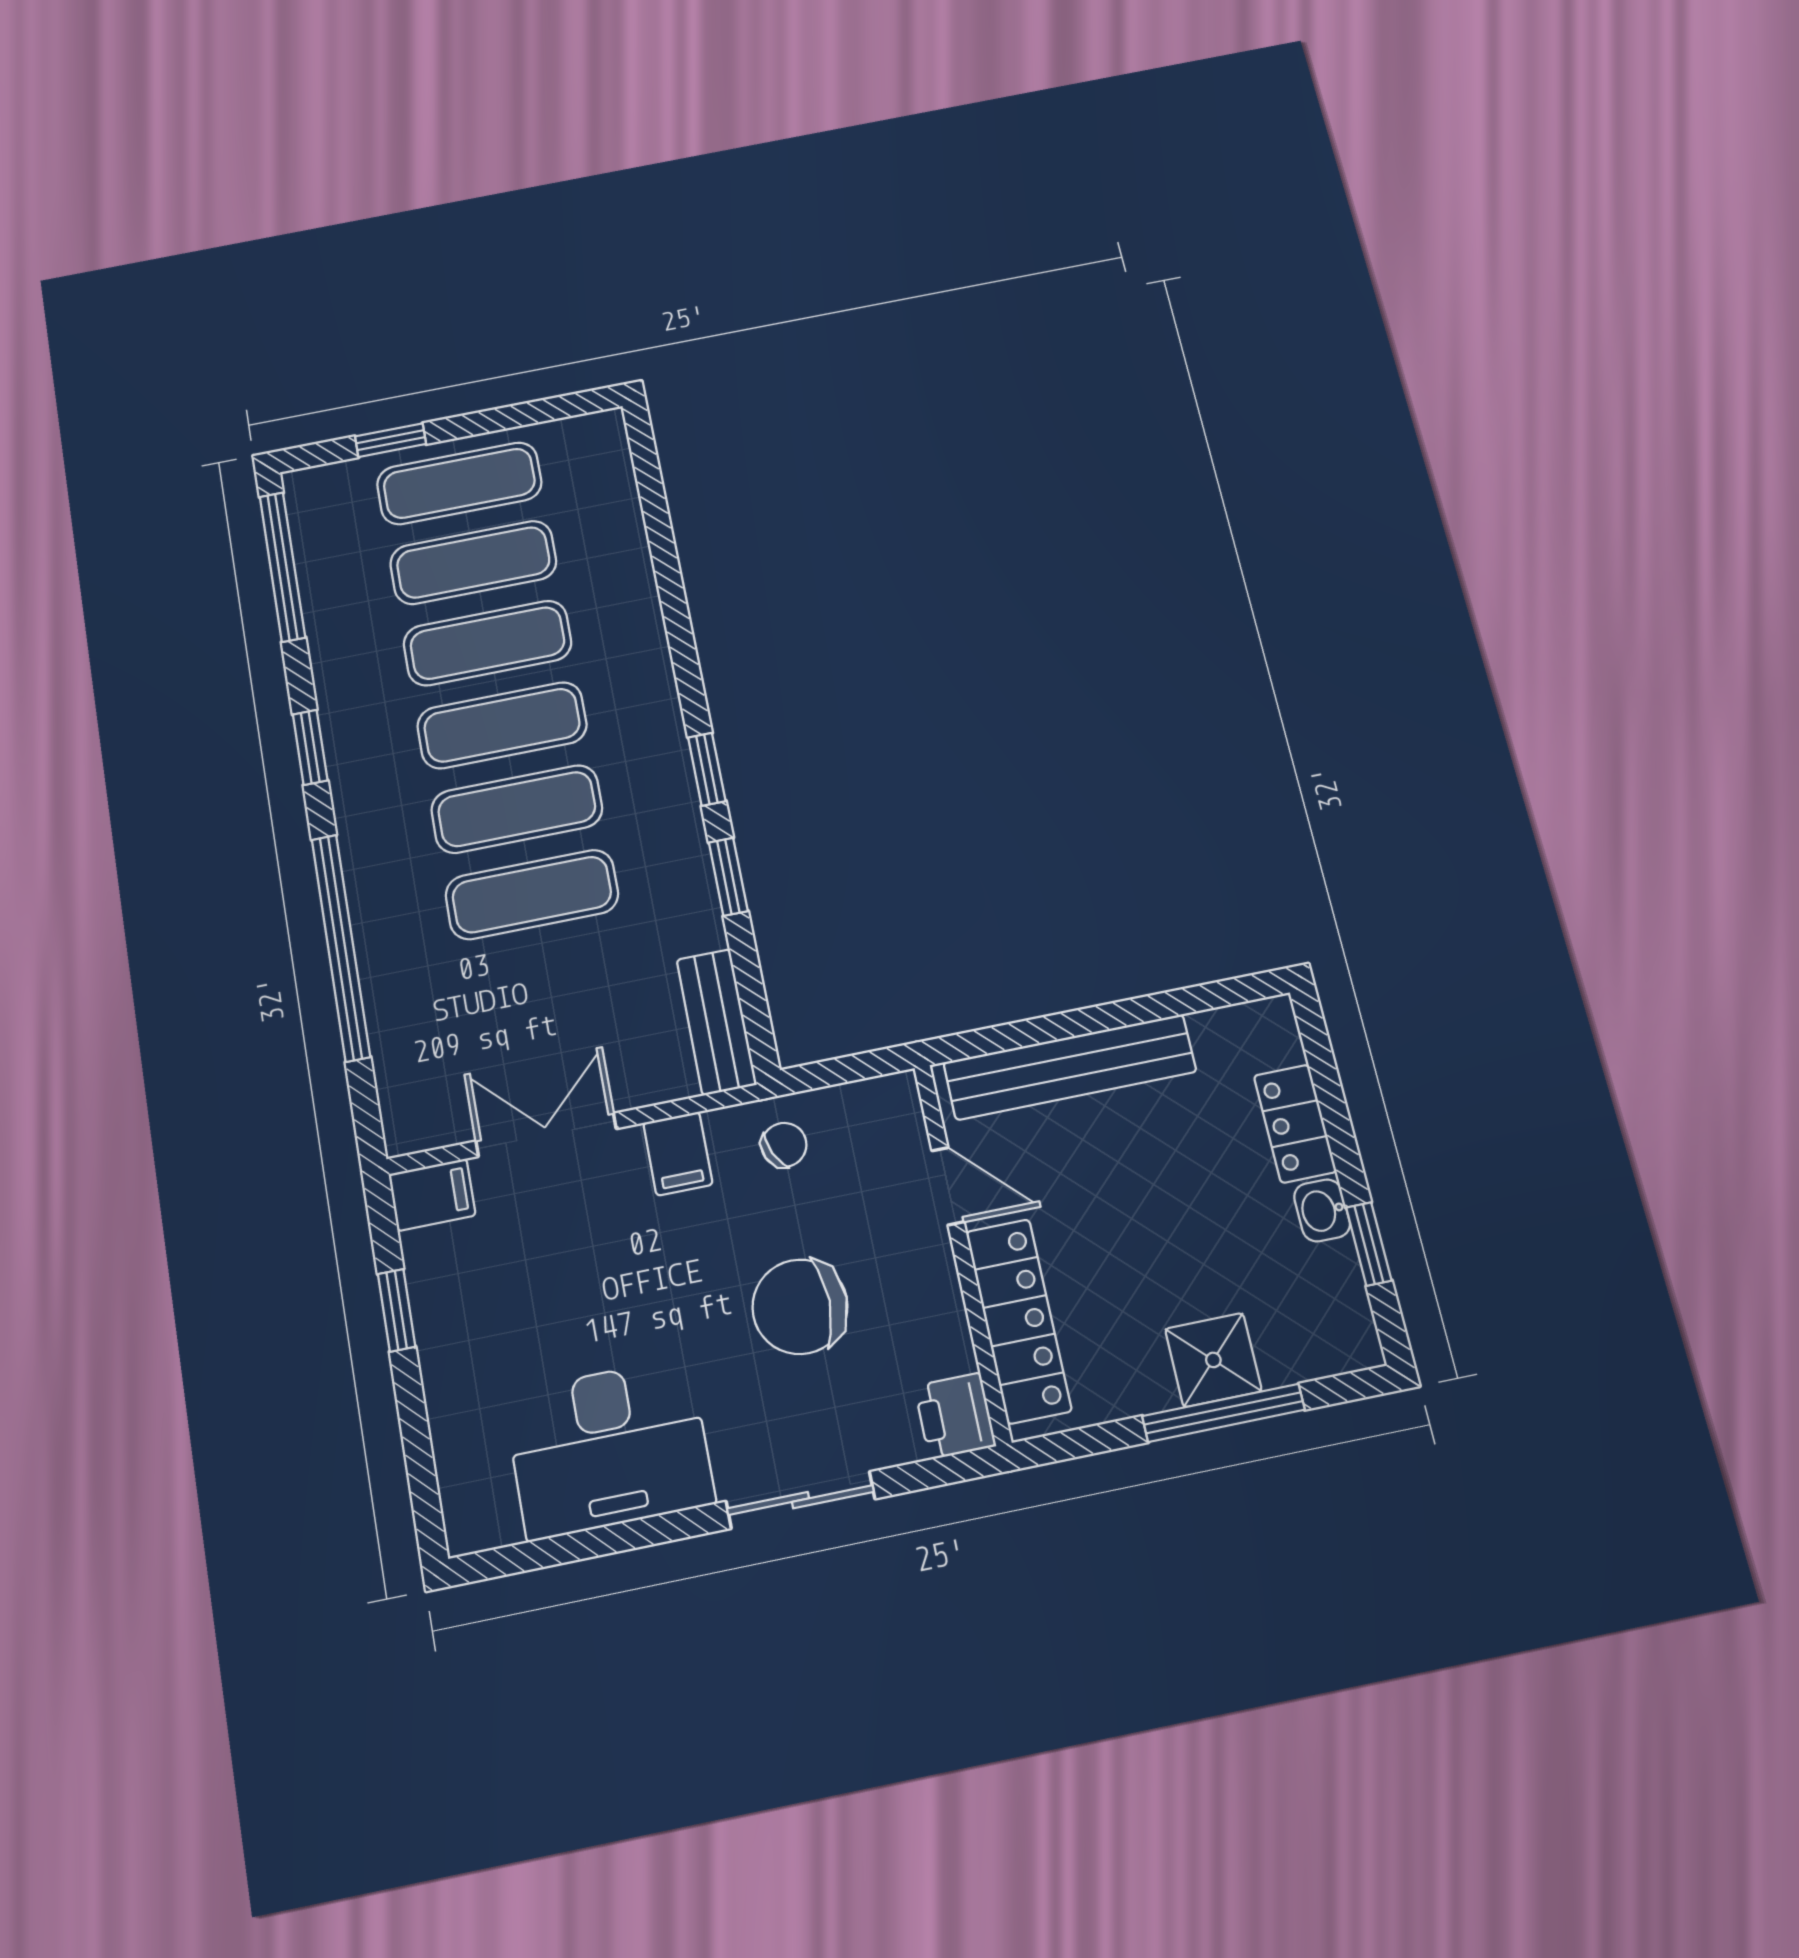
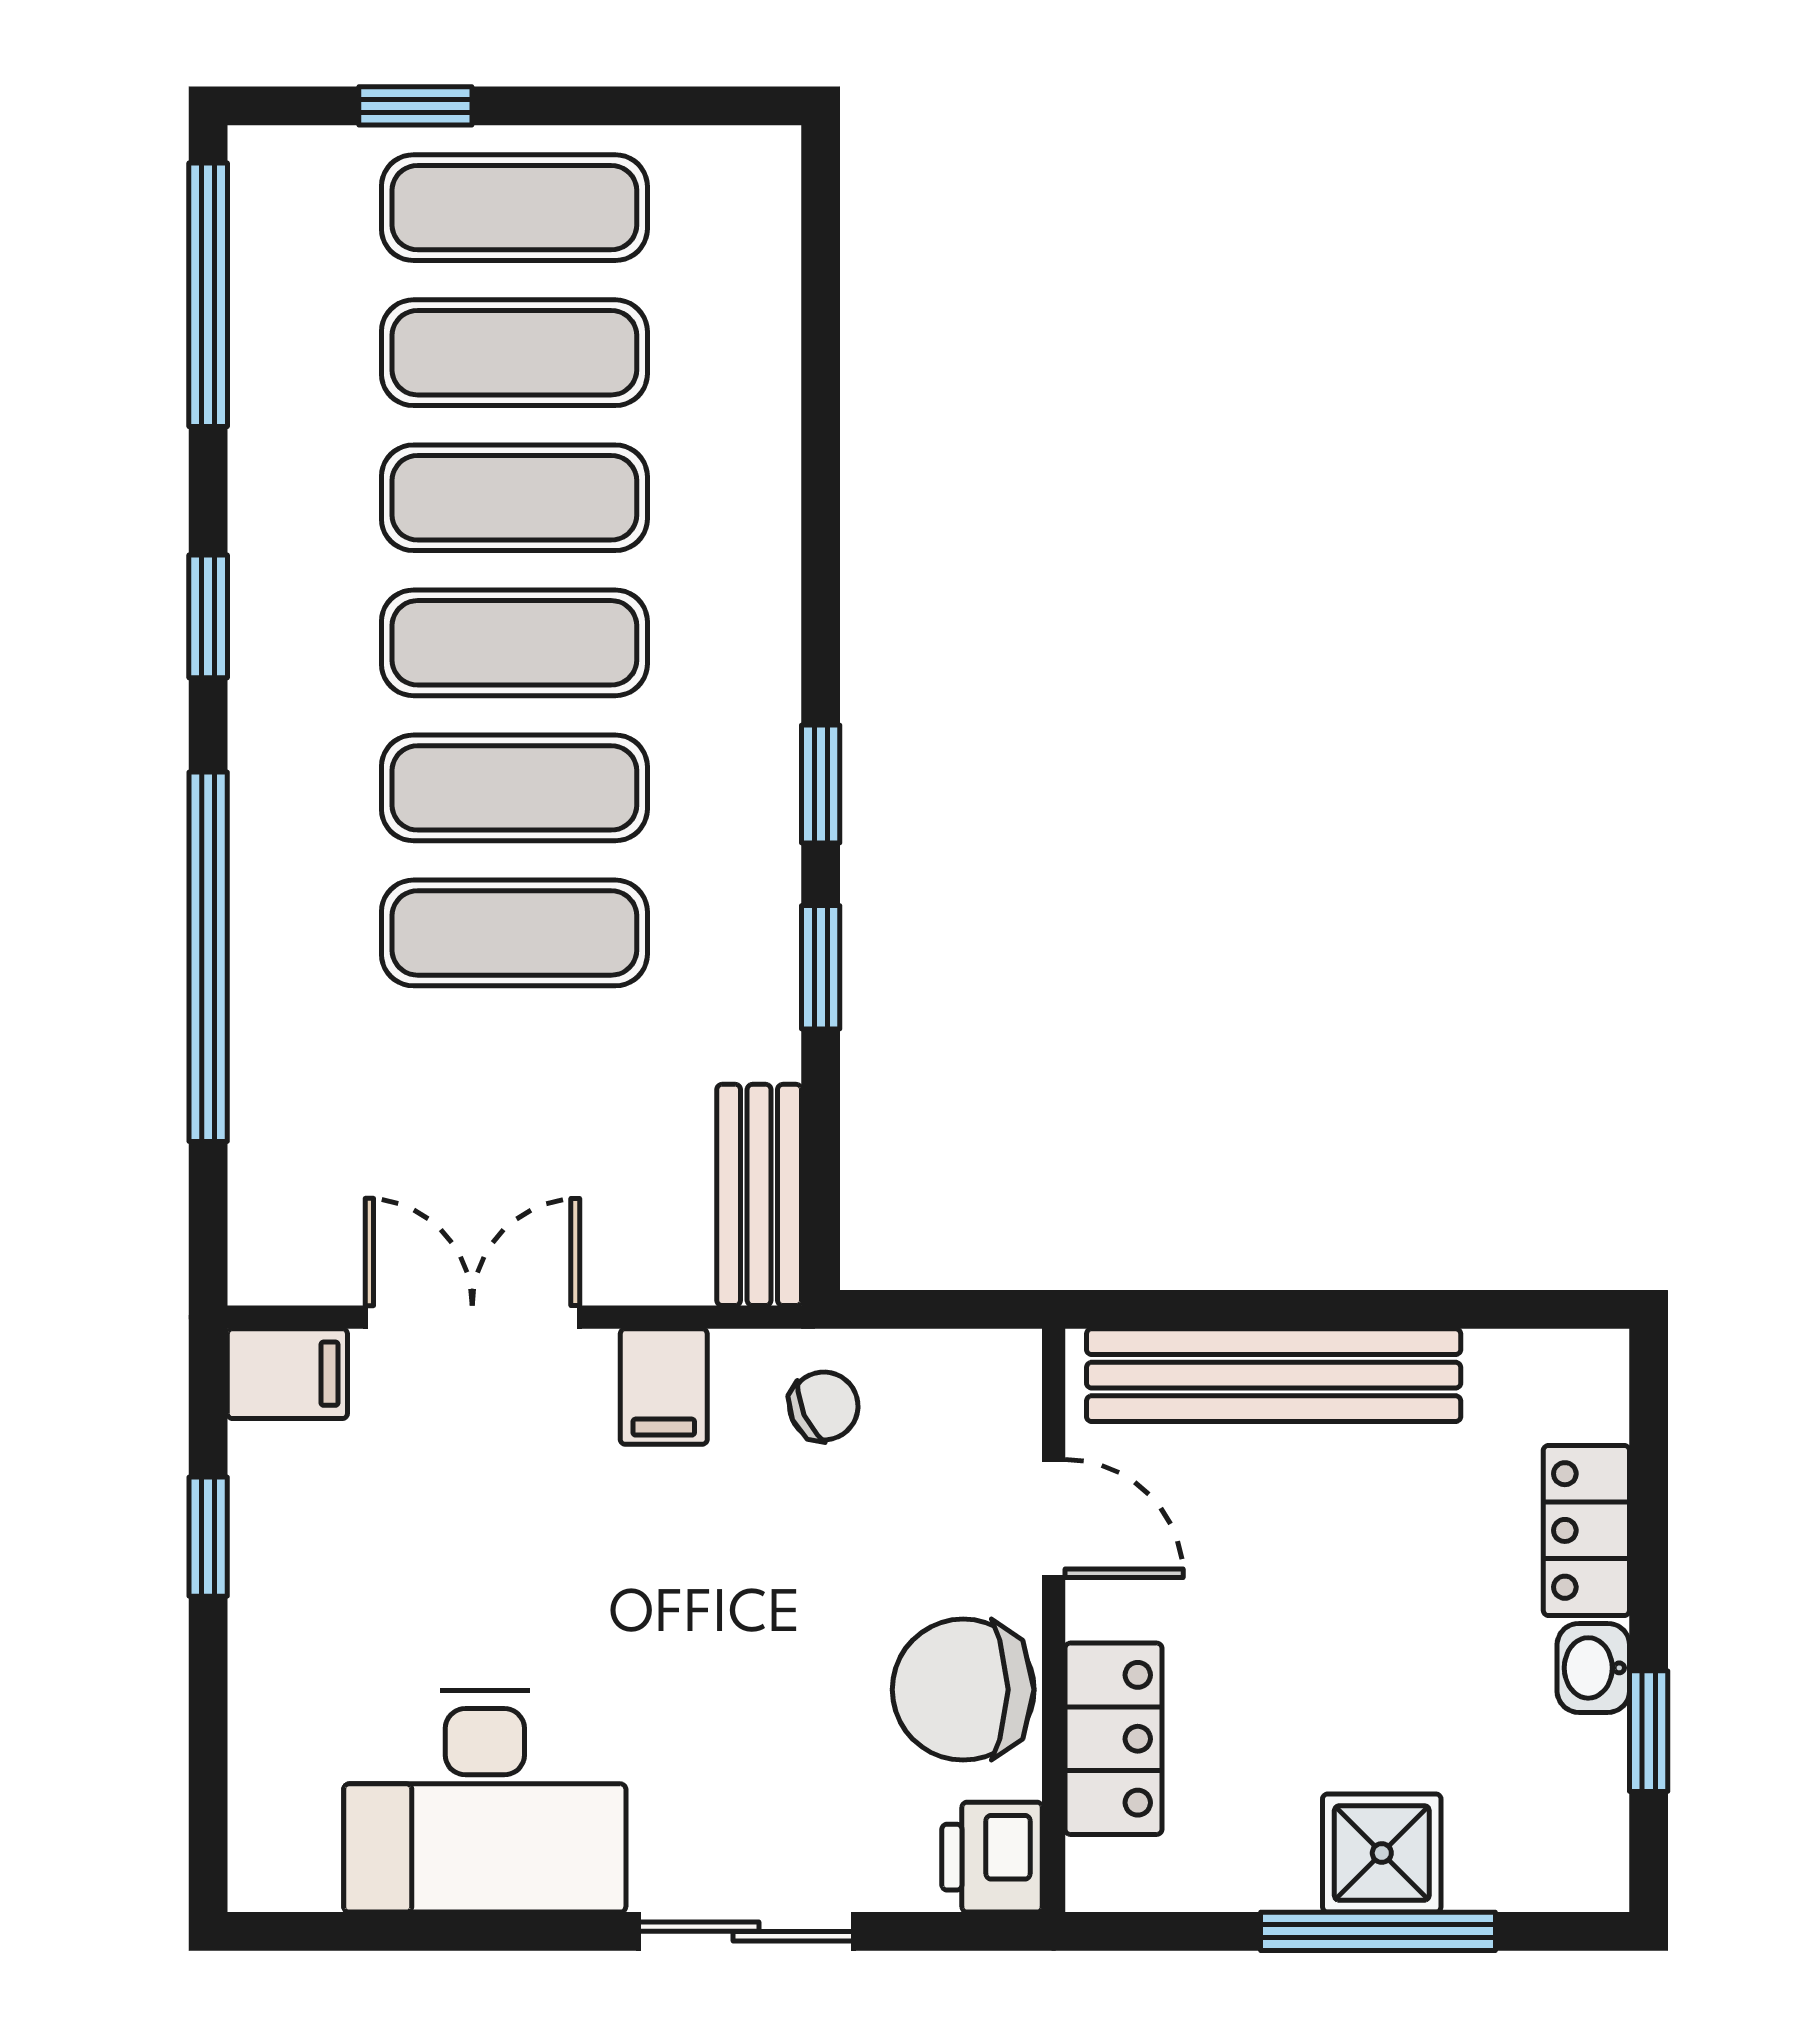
chair: (800, 1307) -> (963, 1690), moved
locker: (1018, 1321) -> (1114, 1739), width x0.66

